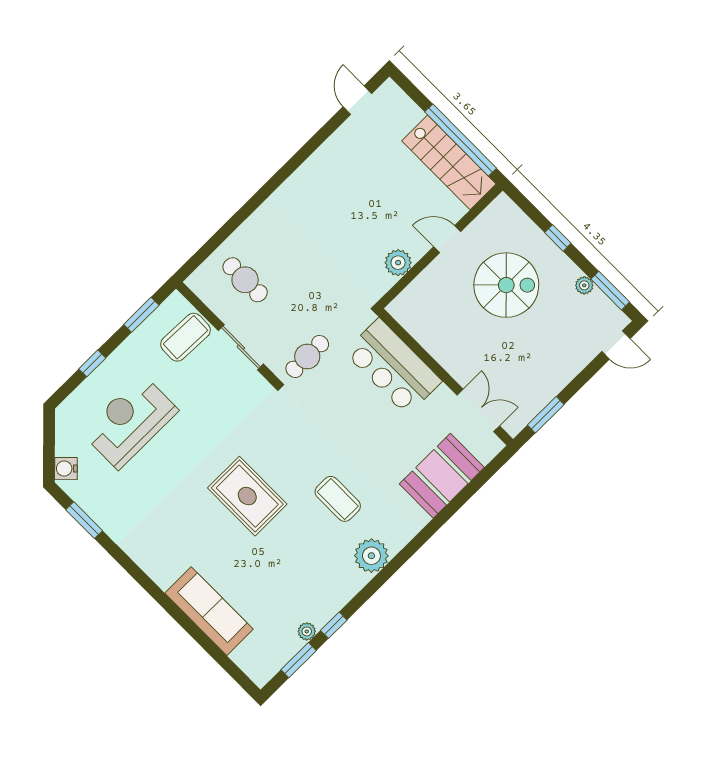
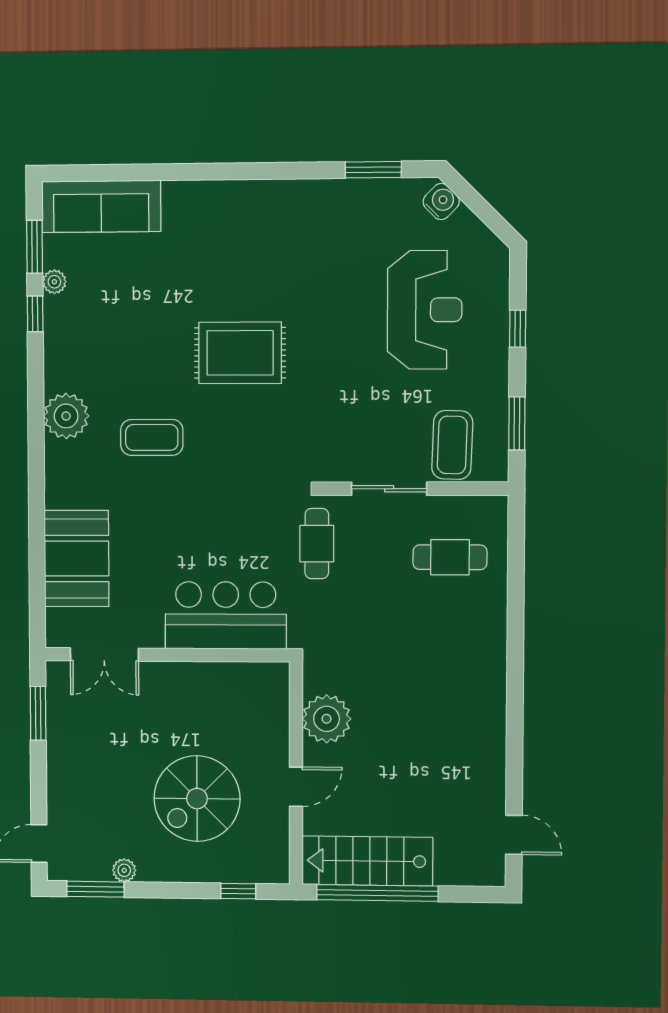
window: (558, 238) -> (238, 891), moved
plant: (398, 263) -> (327, 719), width x1.36, depth x1.36
sofa: (209, 611) -> (101, 206), moved

